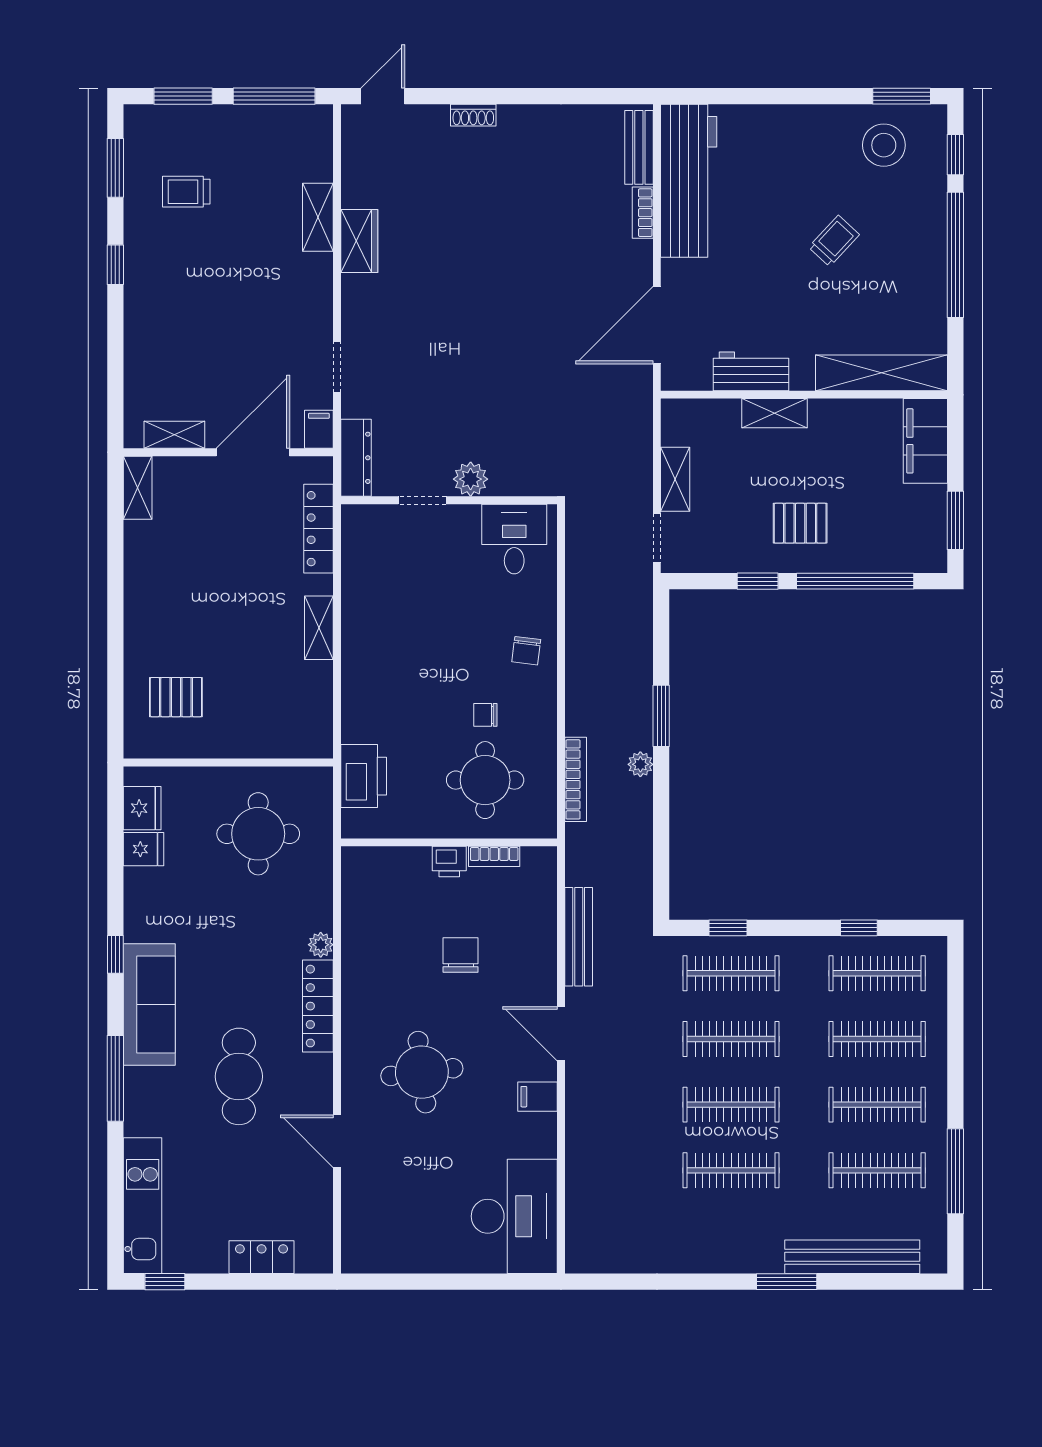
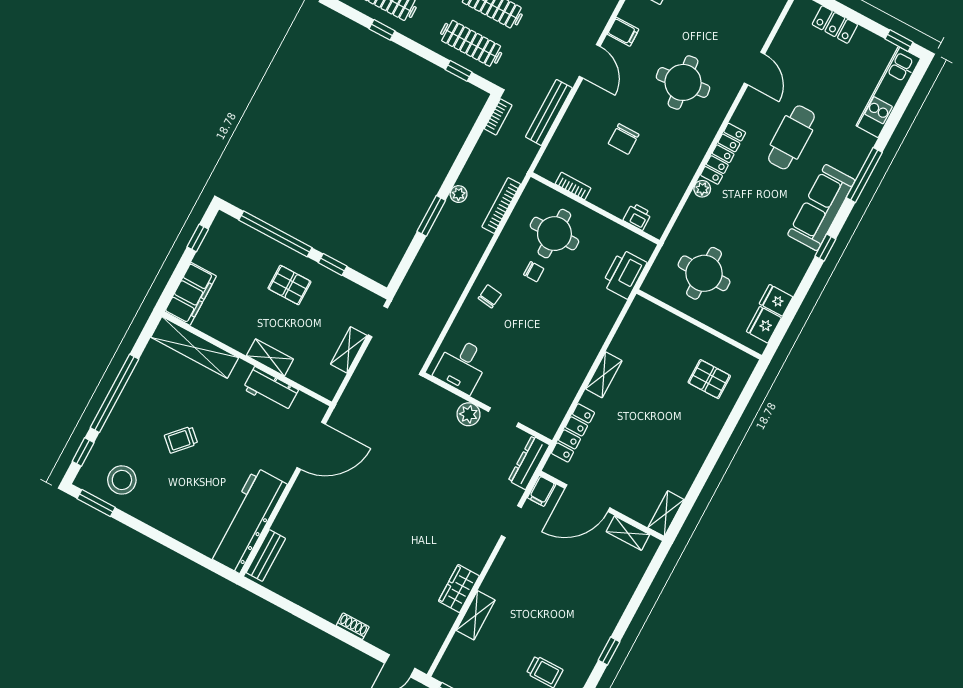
bookcase: (643, 213) -> (498, 117), moved
window: (955, 520) -> (198, 238), width x0.67
printer: (449, 862) -> (637, 217), moved

